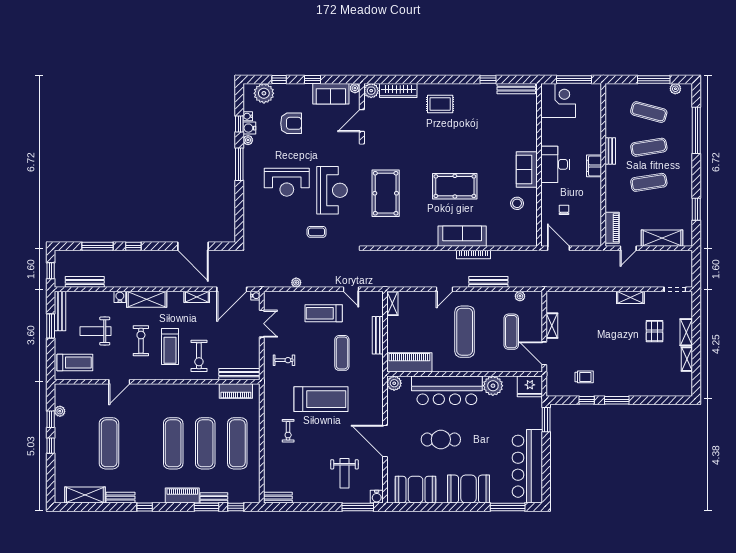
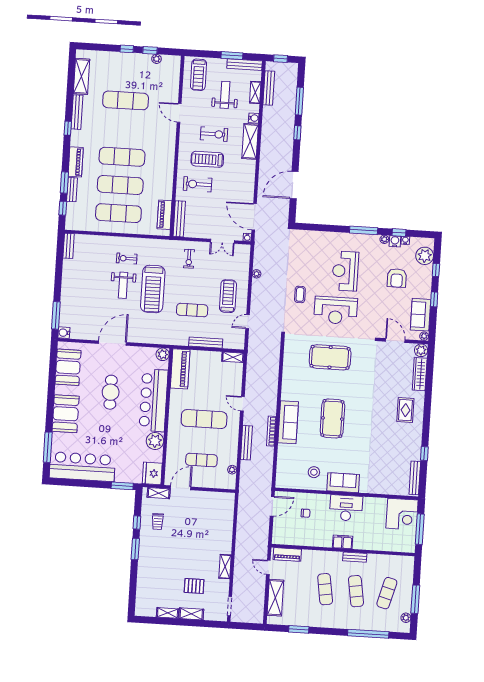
shelving: (197, 297) -> (255, 92), moved
shelving: (552, 326) -> (159, 493), moved
weight bench: (344, 473) -> (123, 285), moved, turned -90
bench: (120, 498) -> (77, 112), width x1.36

